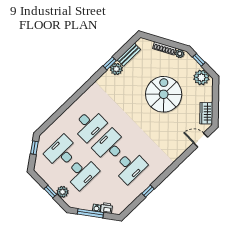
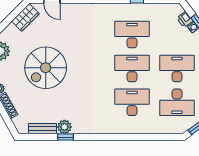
desk: (110, 146) -> (132, 68), turned 180

